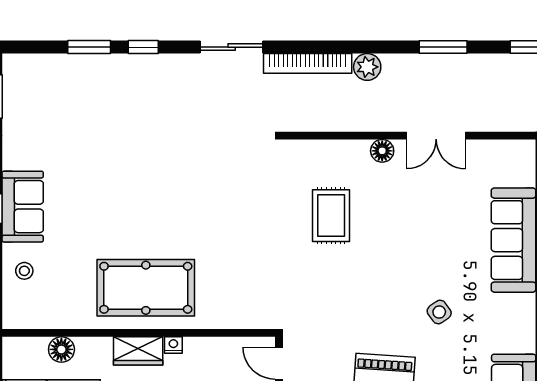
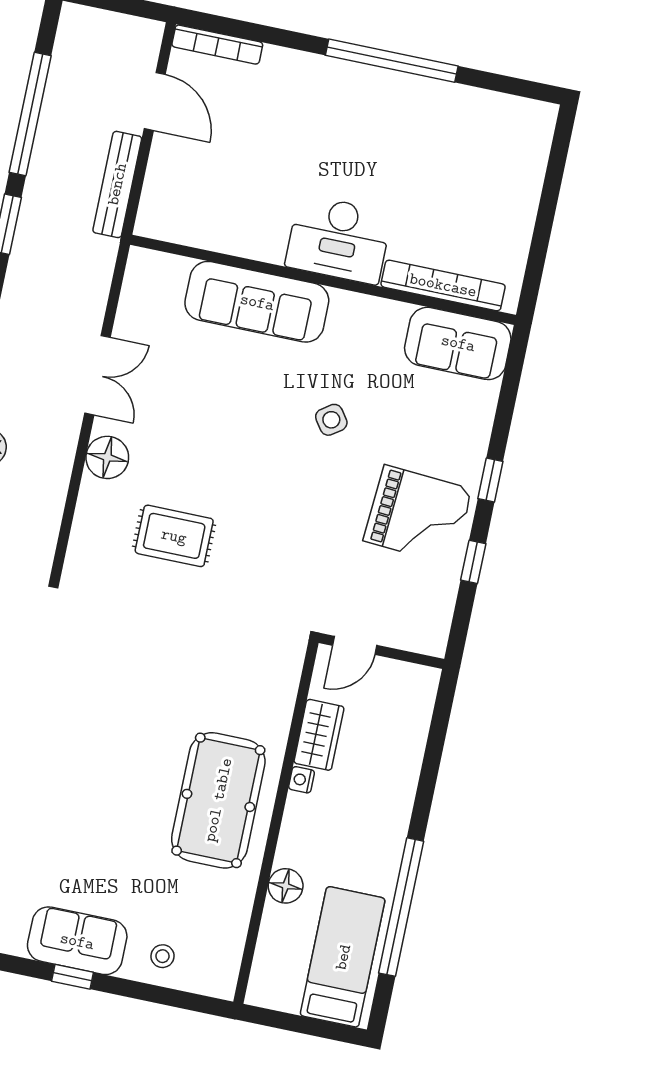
floor lamp: (382, 151) -> (107, 457), width x1.38, depth x1.38
floor lamp: (61, 349) -> (286, 886), moved
wardrobe: (138, 351) -> (319, 735), moved

